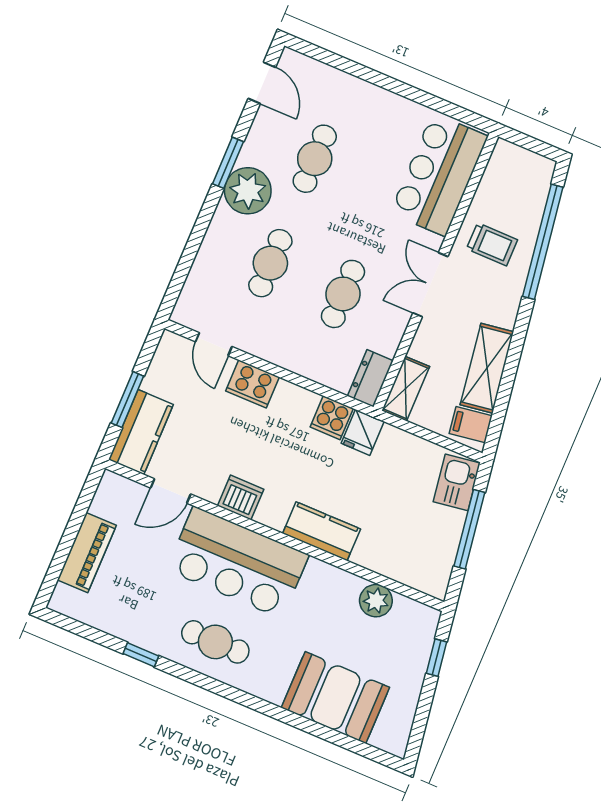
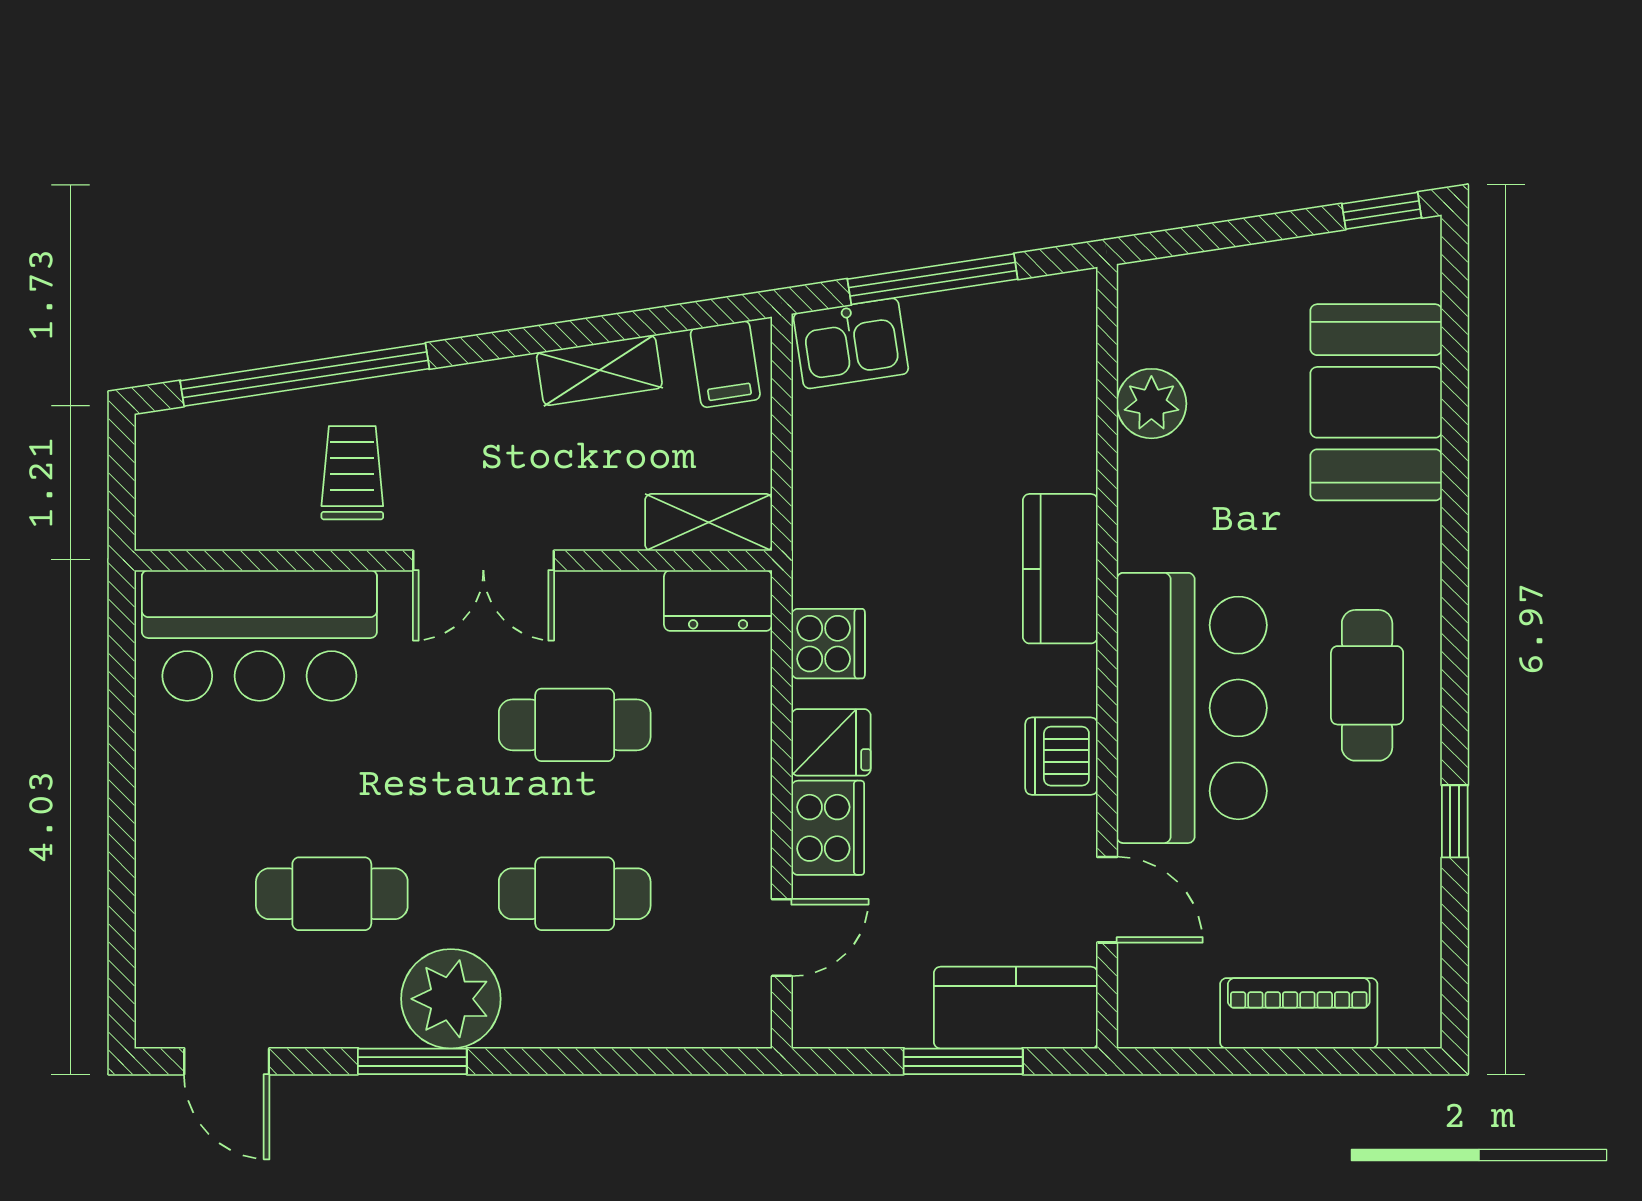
door: (262, 83) -> (227, 1061), swing flipped
shelving: (487, 368) -> (599, 370), width x0.67, depth x0.75
fridge: (363, 432) -> (831, 742), moved
window: (437, 658) -> (1382, 211), moved

